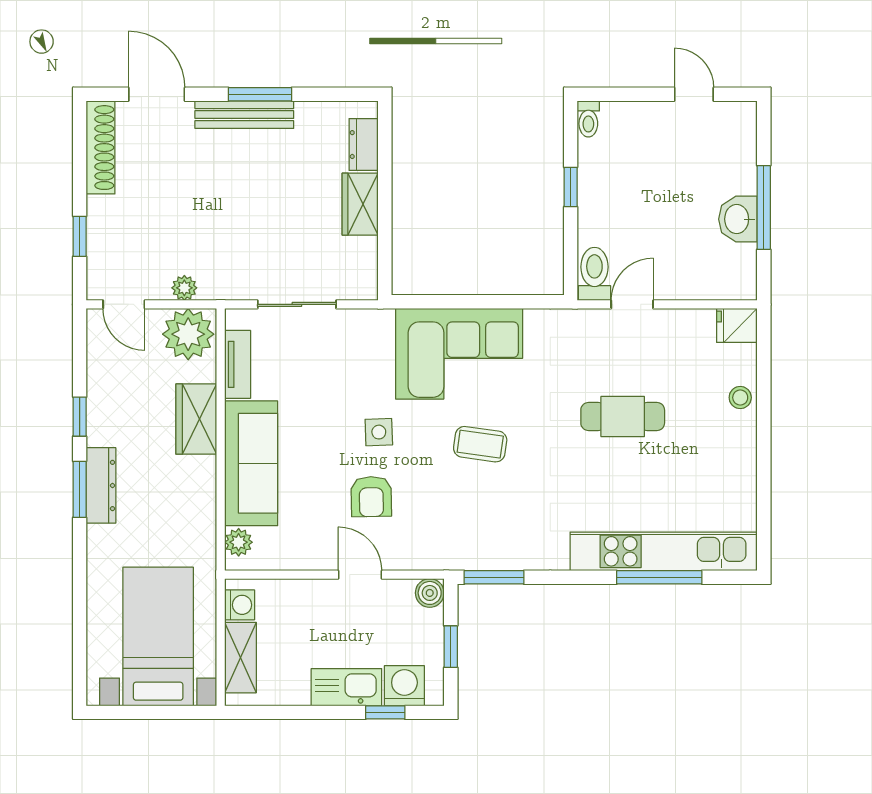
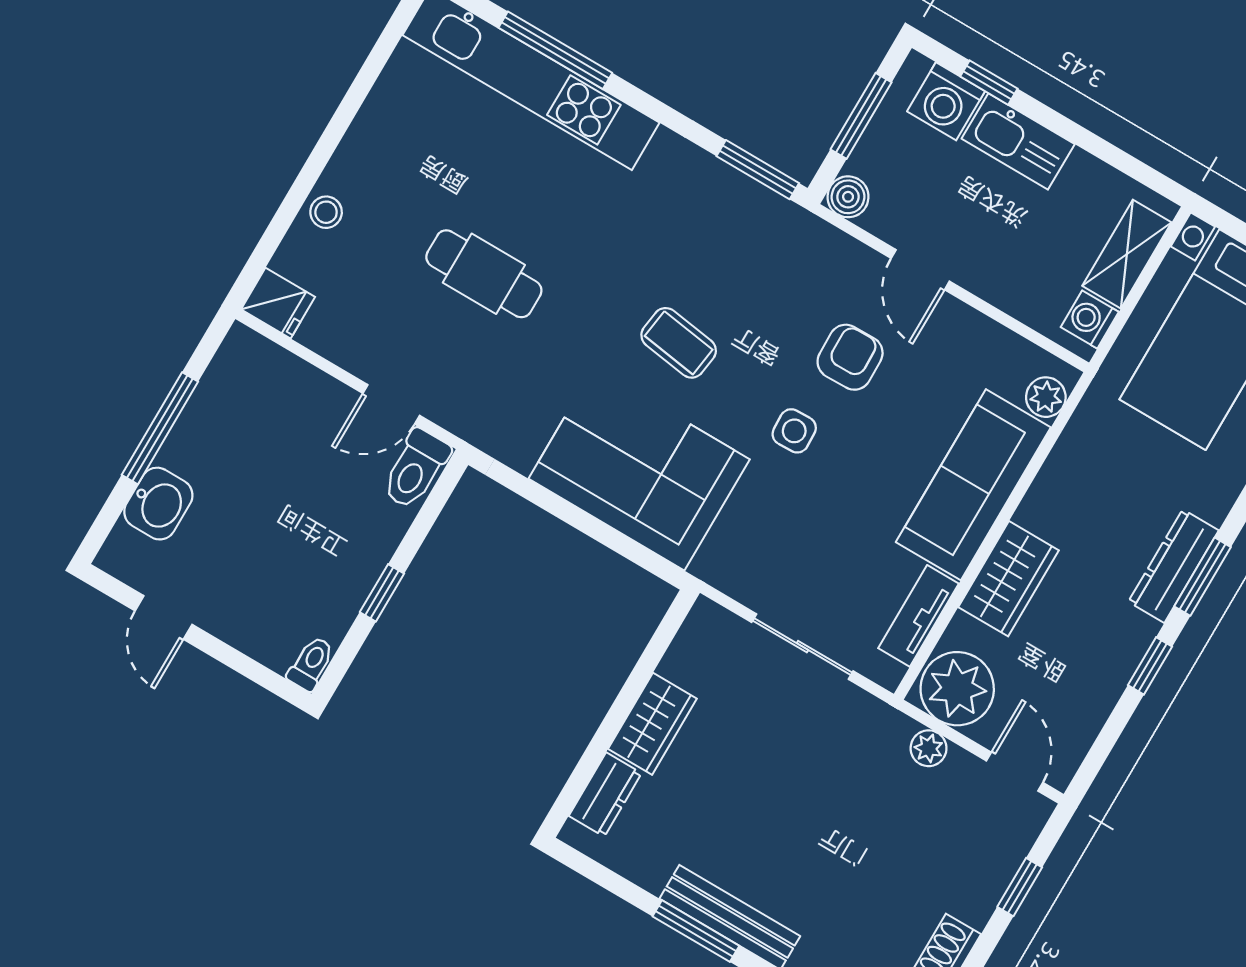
washbasin: (738, 219) -> (158, 504), moved
window: (451, 647) -> (861, 116), width x1.50

